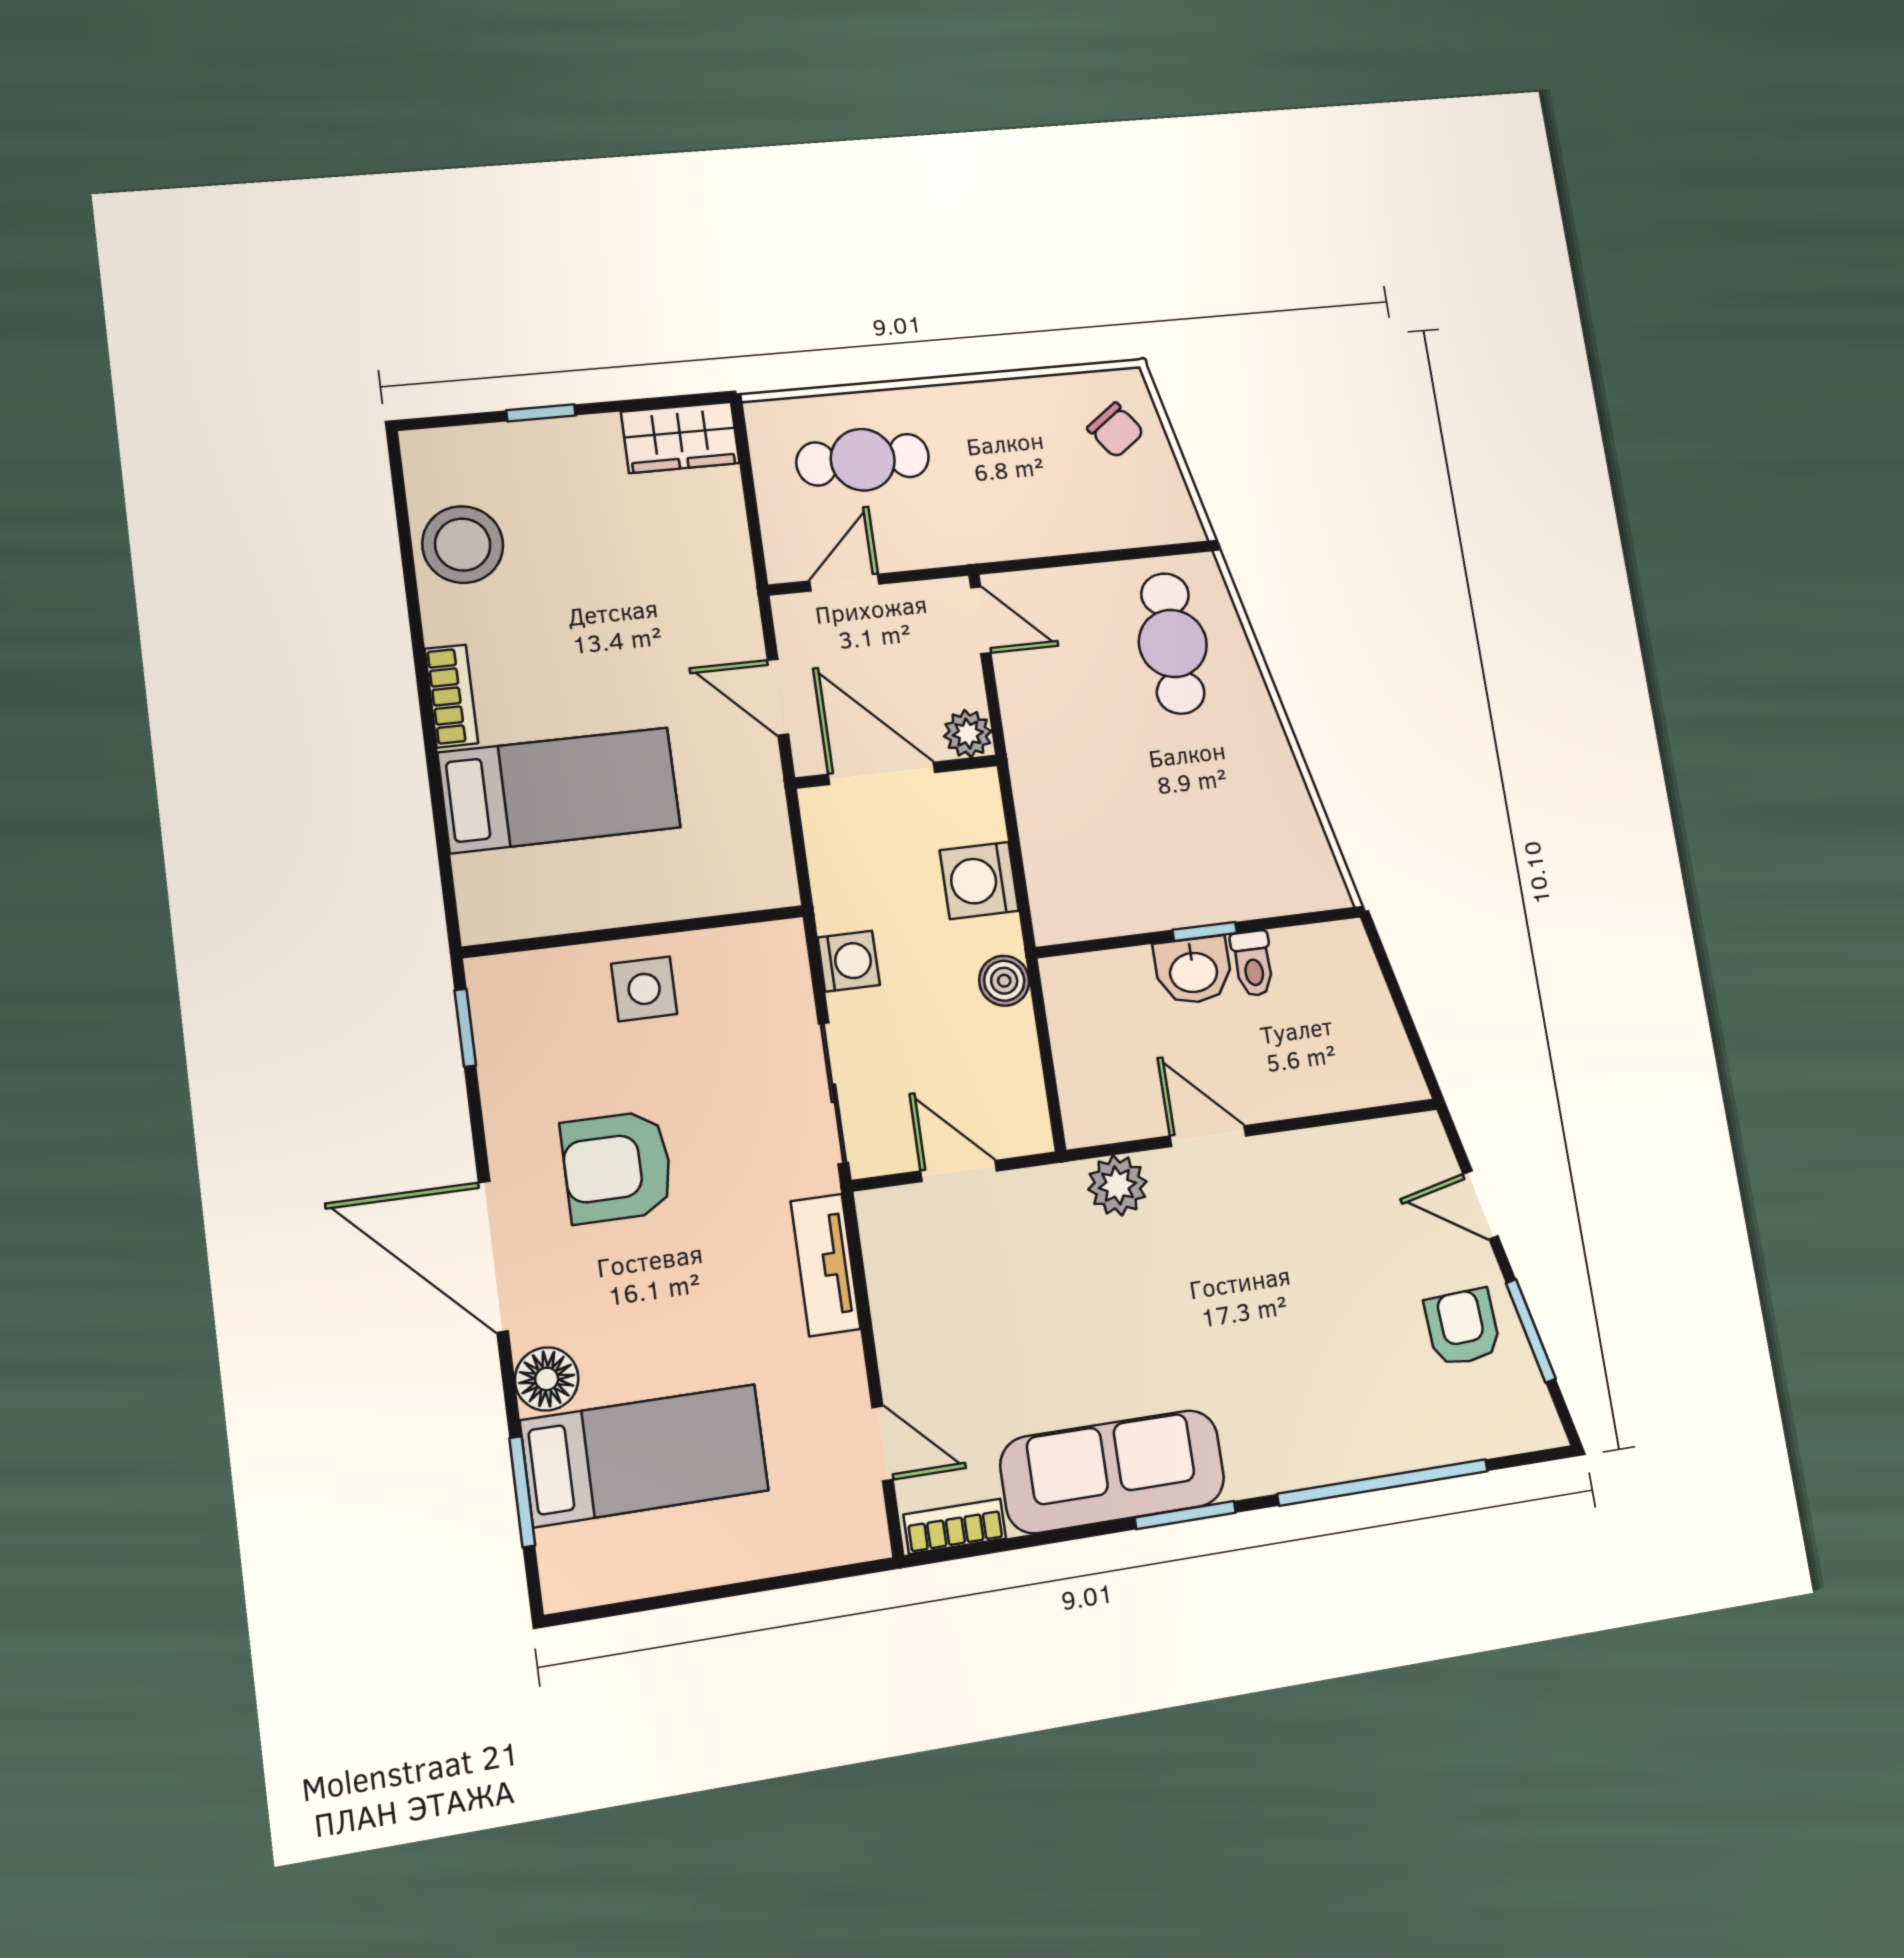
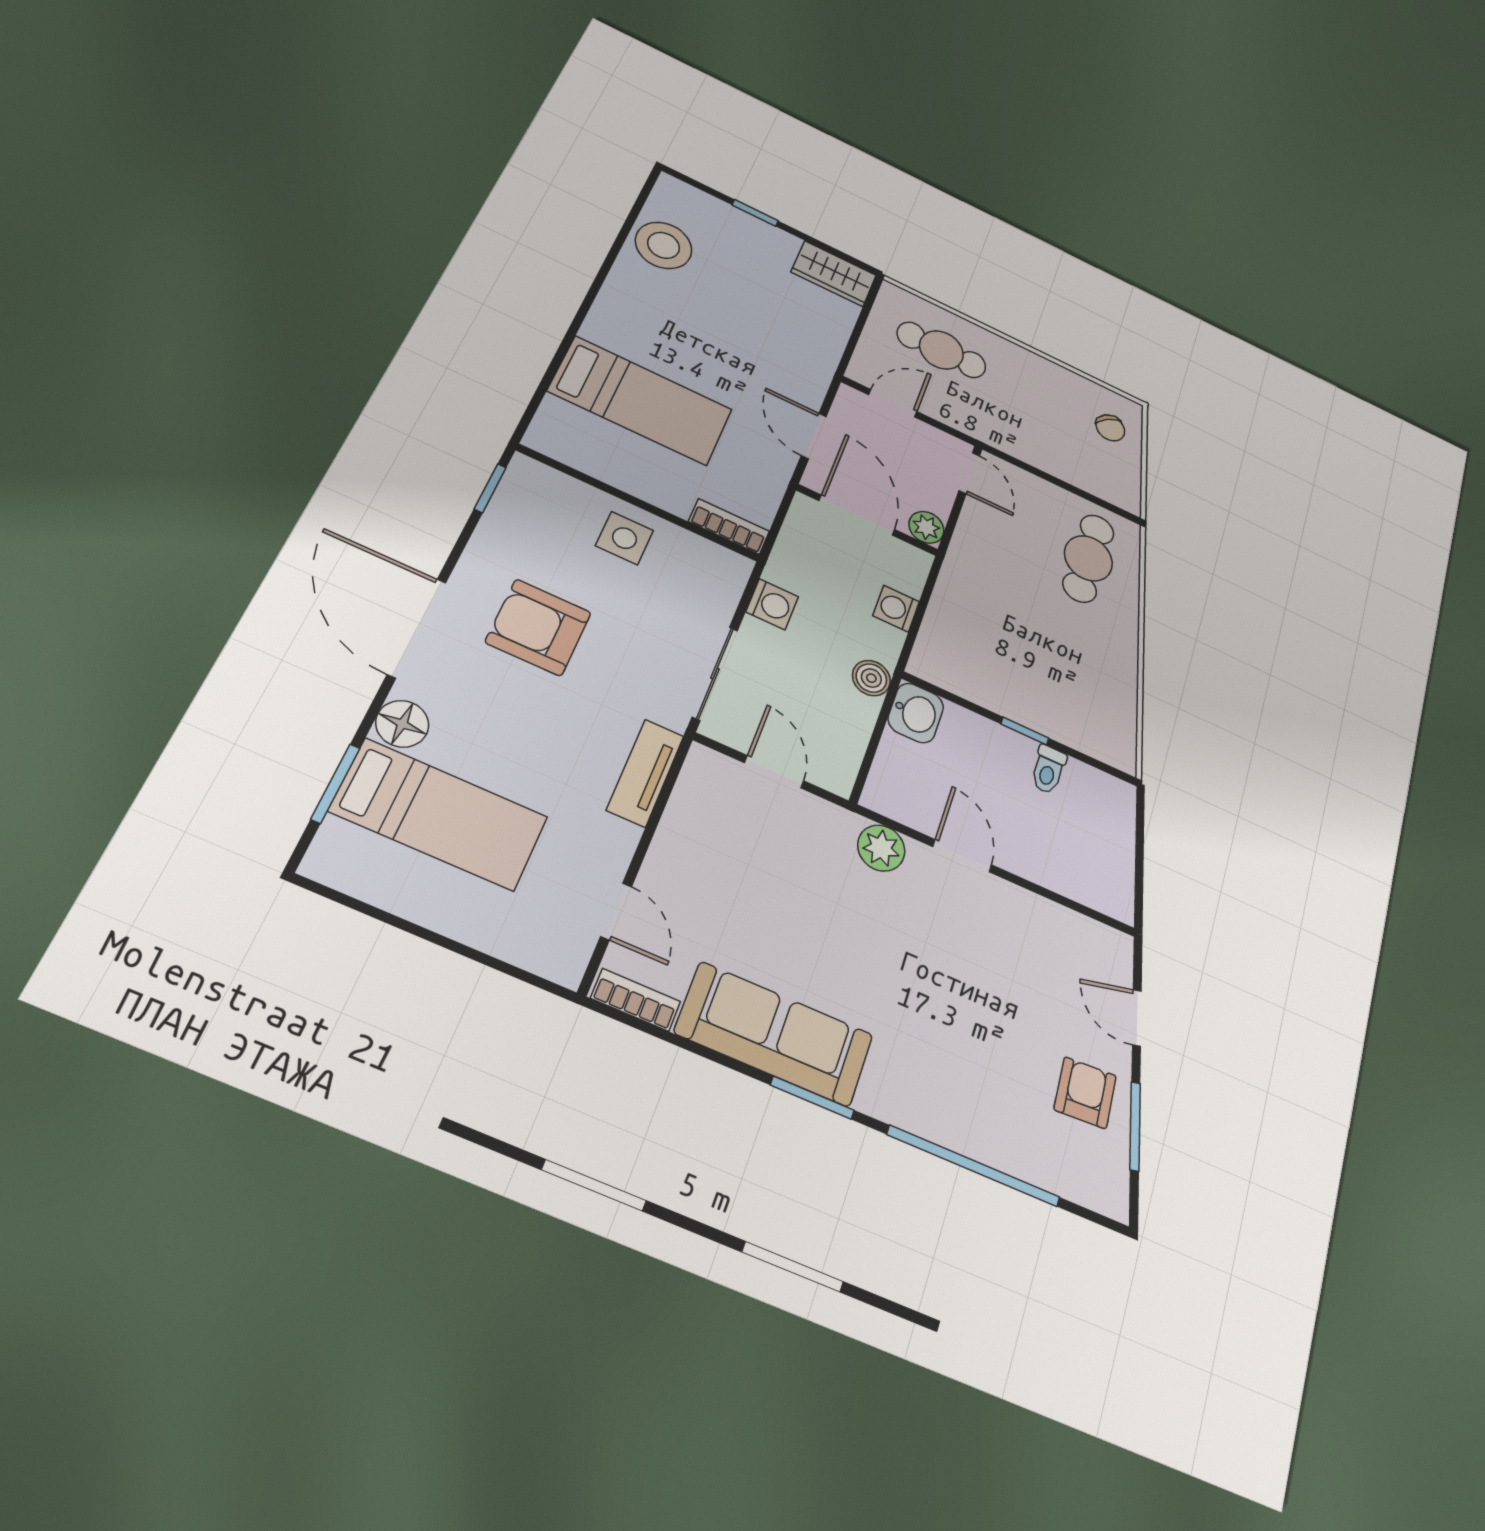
bookcase: (451, 696) -> (729, 526), moved, turned -90
washing machine: (979, 880) -> (896, 609), width x0.73, depth x0.73
washbasin: (1193, 971) -> (916, 713), moved, turned -90

